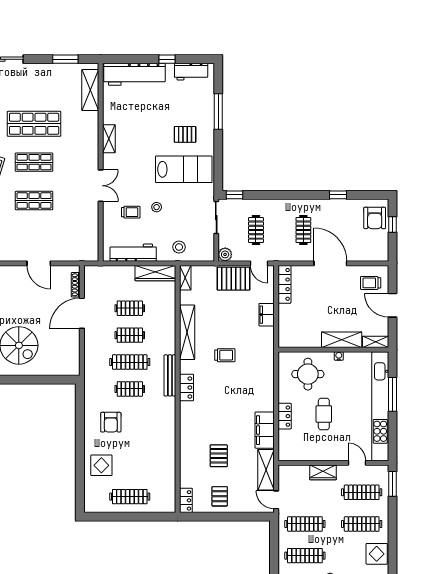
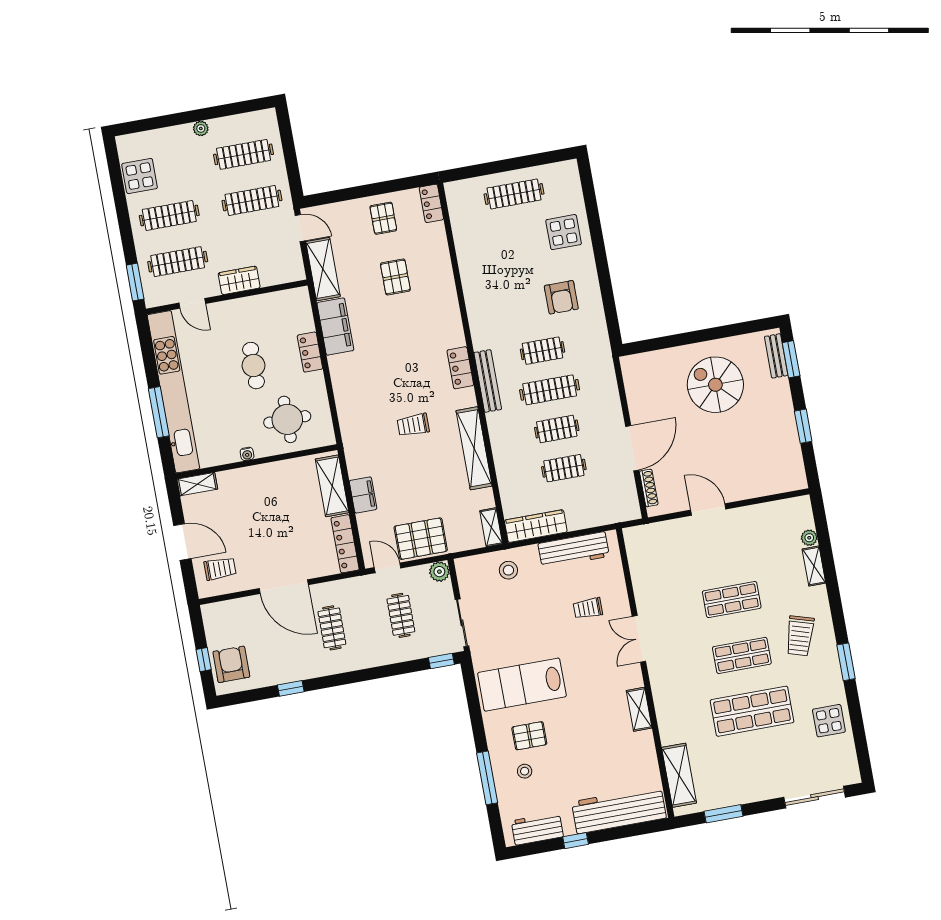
stool: (157, 207) -> (525, 771), moved
shelving: (342, 340) -> (332, 486), moved, turned 90
armchair: (111, 422) -> (561, 297), turned 180

